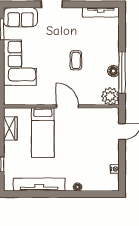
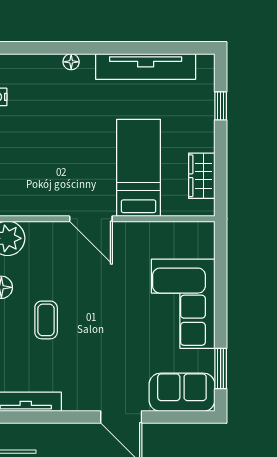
coffee table: (76, 60) -> (46, 320), moved

